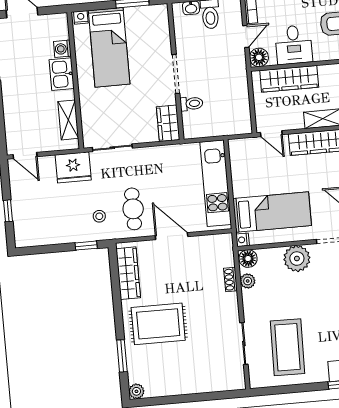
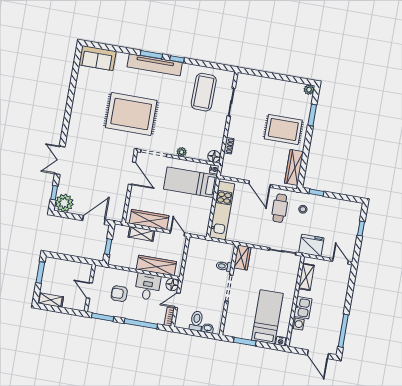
plant: (297, 259) -> (182, 152), width x0.53, depth x0.53
plant: (248, 281) -> (218, 142), removed

